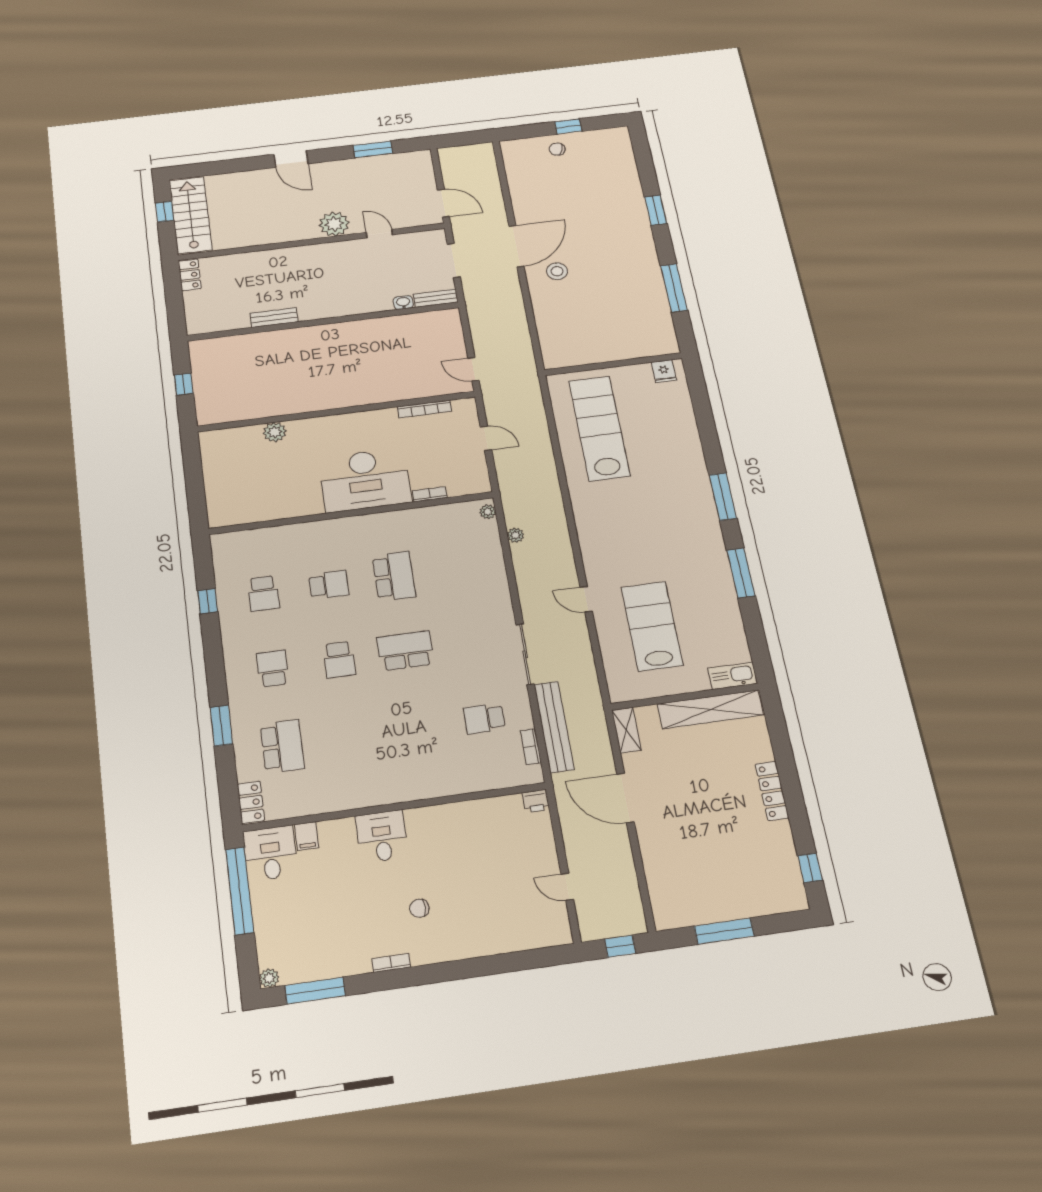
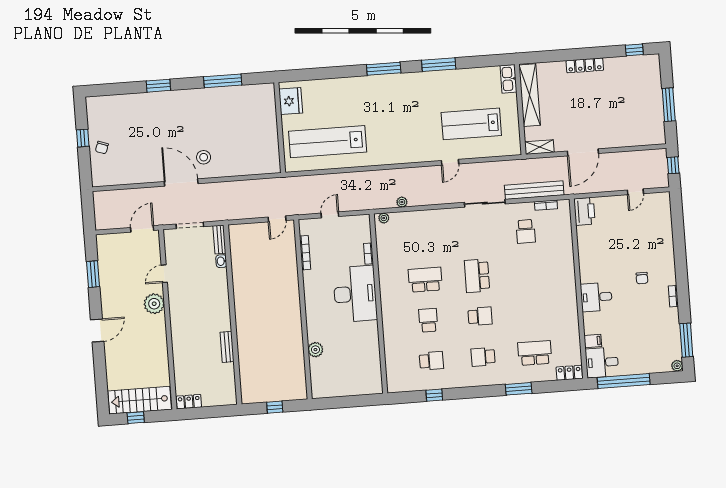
fridge: (664, 371) -> (291, 101), width x1.88, depth x1.34
printer: (536, 801) -> (584, 211), width x1.87, depth x1.48

